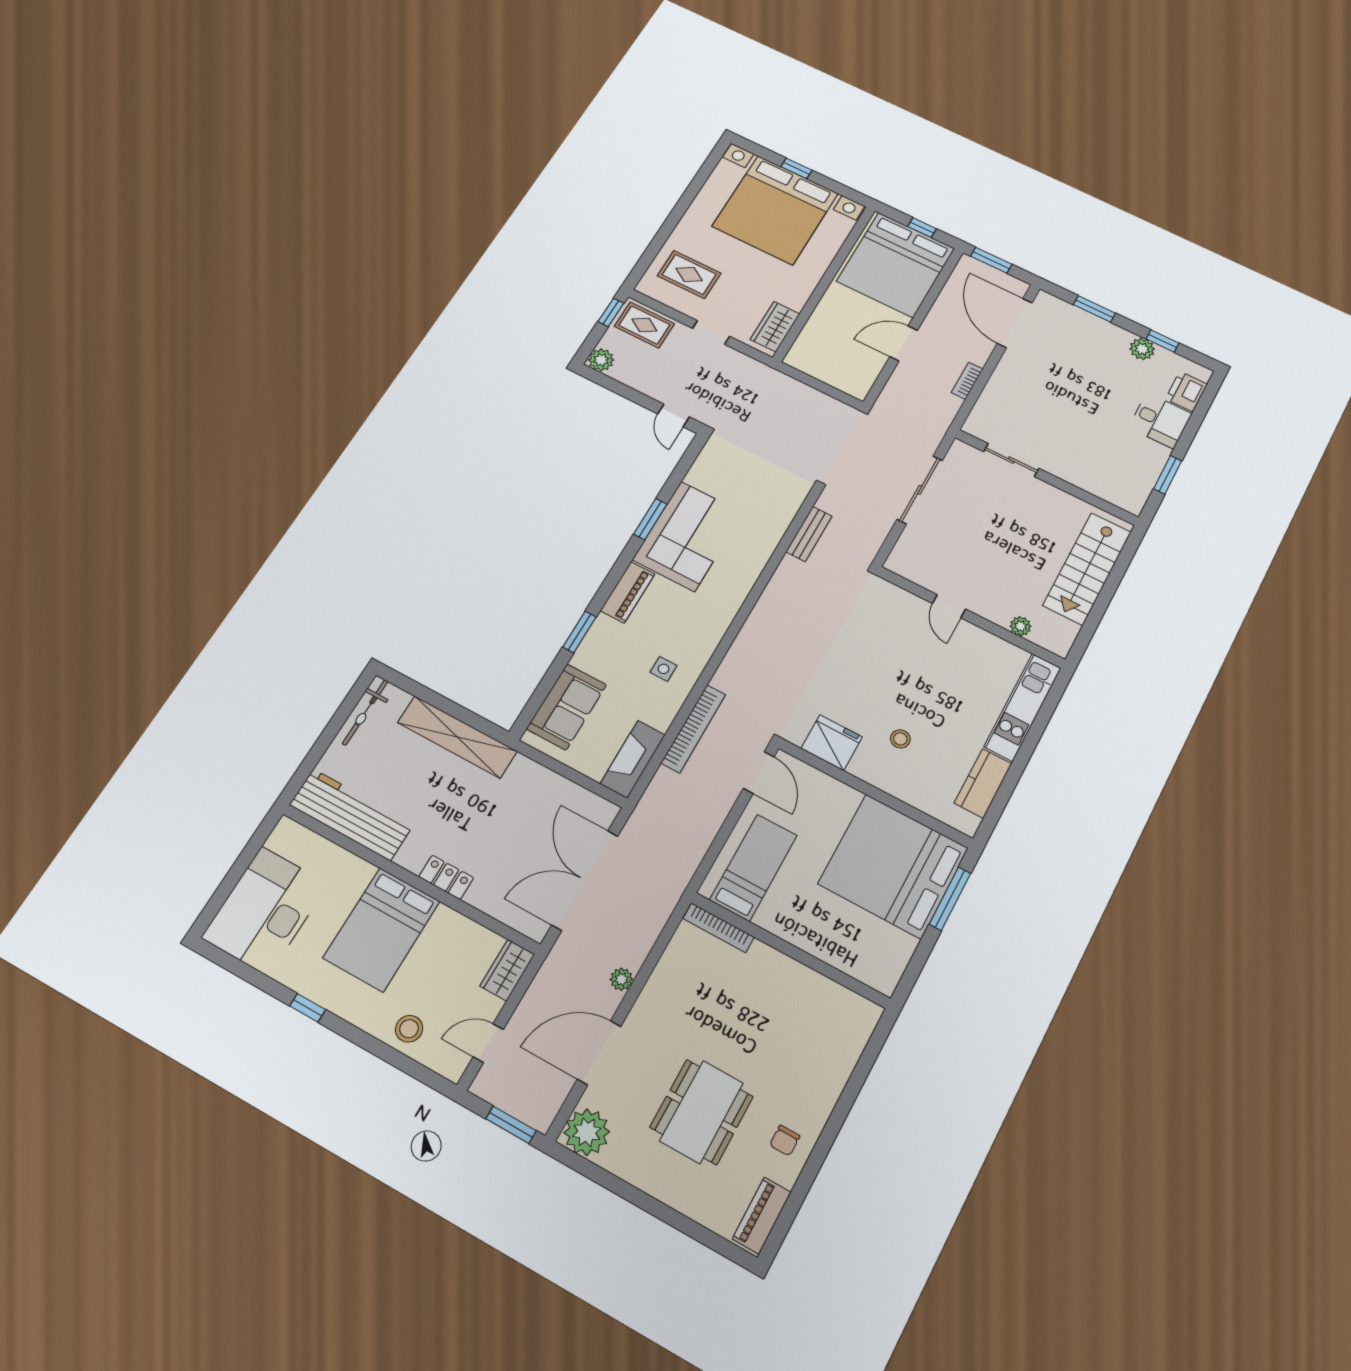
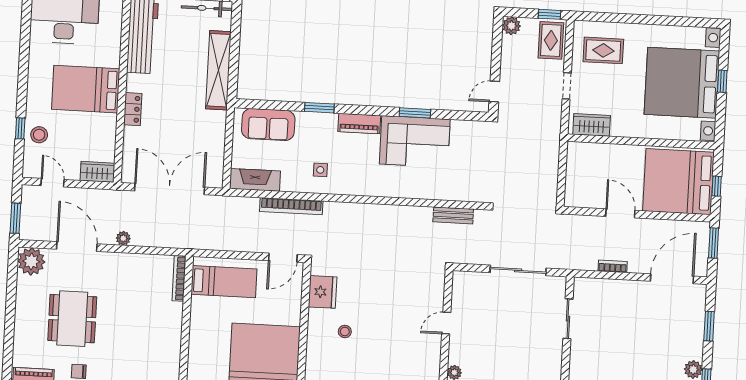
rug: (689, 274) -> (603, 50), turned 90
window: (308, 1008) -> (20, 128), moved
dining table: (702, 1112) -> (72, 319), turned 90

